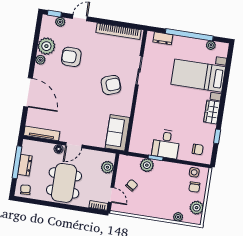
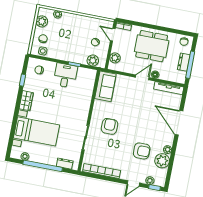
armchair: (111, 85) -> (110, 126), turned 110
plant: (147, 165) -> (93, 60), moved
dining table: (64, 183) -> (152, 46), turned 90

